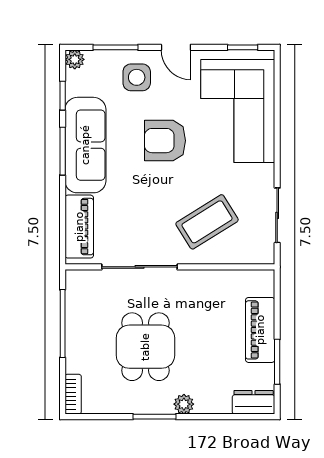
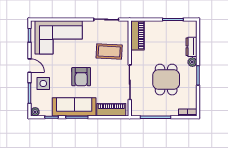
door: (176, 47) -> (30, 66), hinge flipped
armchair: (165, 141) -> (81, 77), moved
coffee table: (207, 222) -> (109, 51), turned -55
piano: (260, 330) -> (137, 35), moved, turned -90
dining table: (145, 347) -> (166, 80), turned 90
dresser: (254, 402) -> (191, 47), moved

